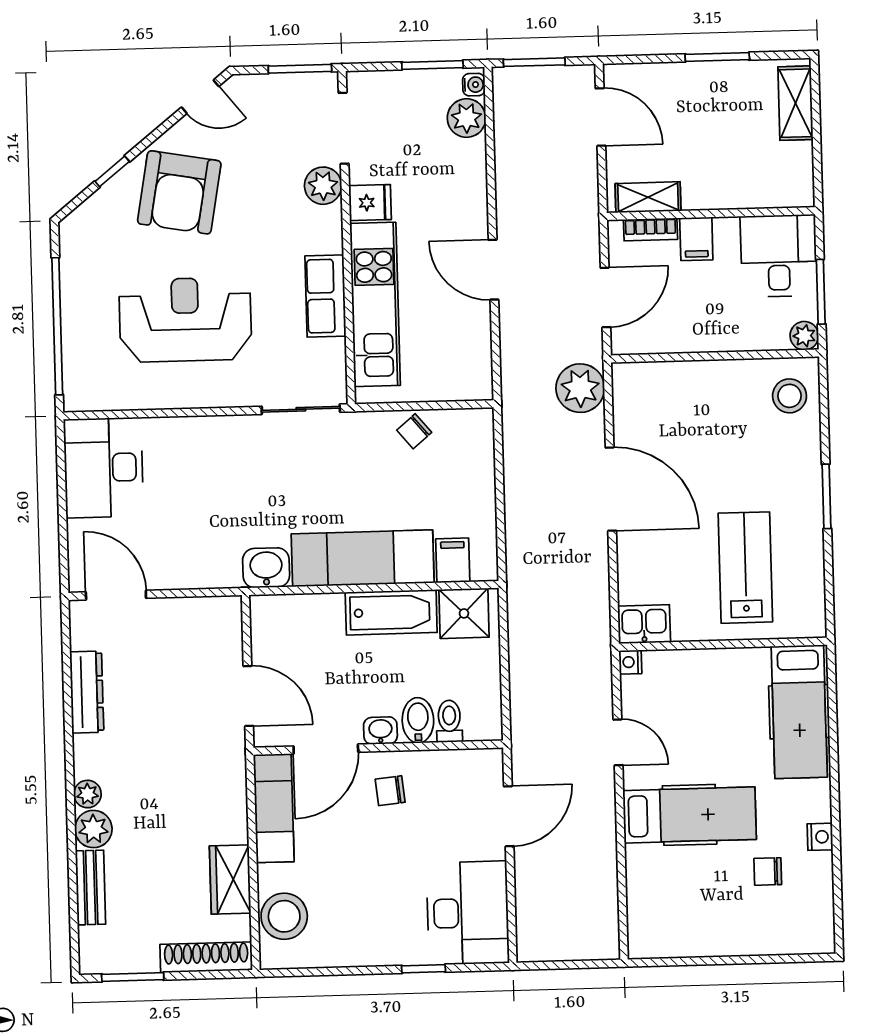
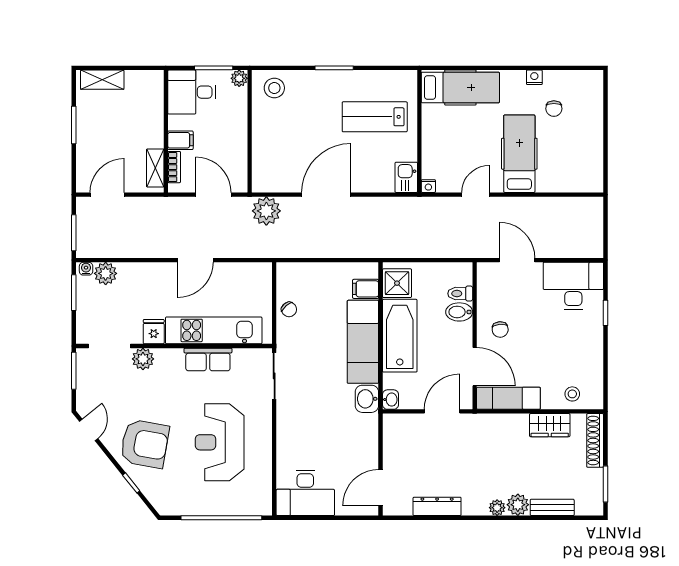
bathtub: (391, 612) -> (400, 336), width x1.36, depth x1.36
washbasin: (380, 731) -> (391, 400), moved, turned 180
stool: (284, 916) -> (572, 394), width x0.53, depth x0.53

